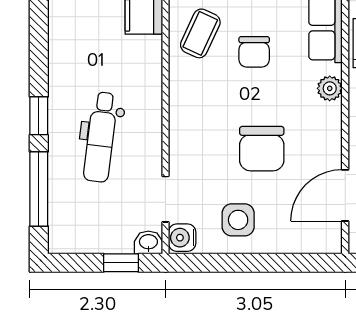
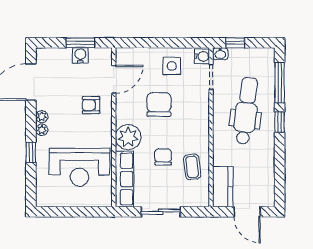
coffee table: (200, 33) -> (192, 167), turned -32
plant: (330, 88) -> (128, 137), width x1.87, depth x1.87
dental chair: (101, 137) -> (246, 111), width x1.36, depth x1.38

